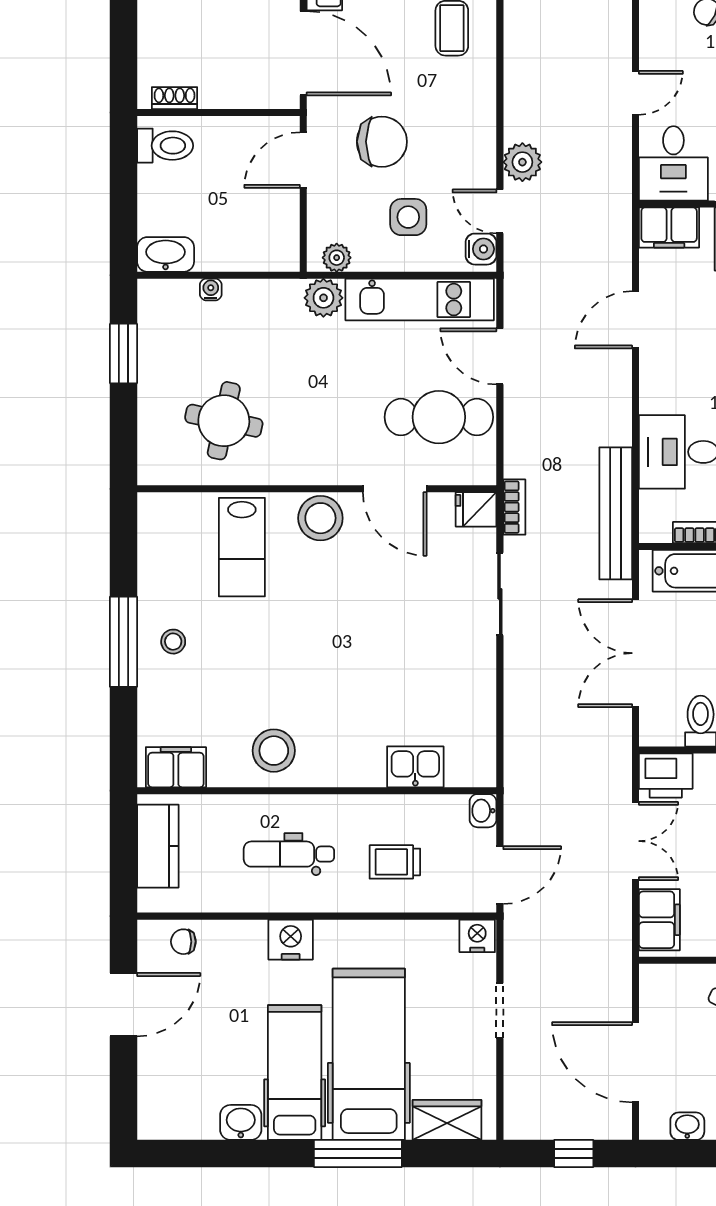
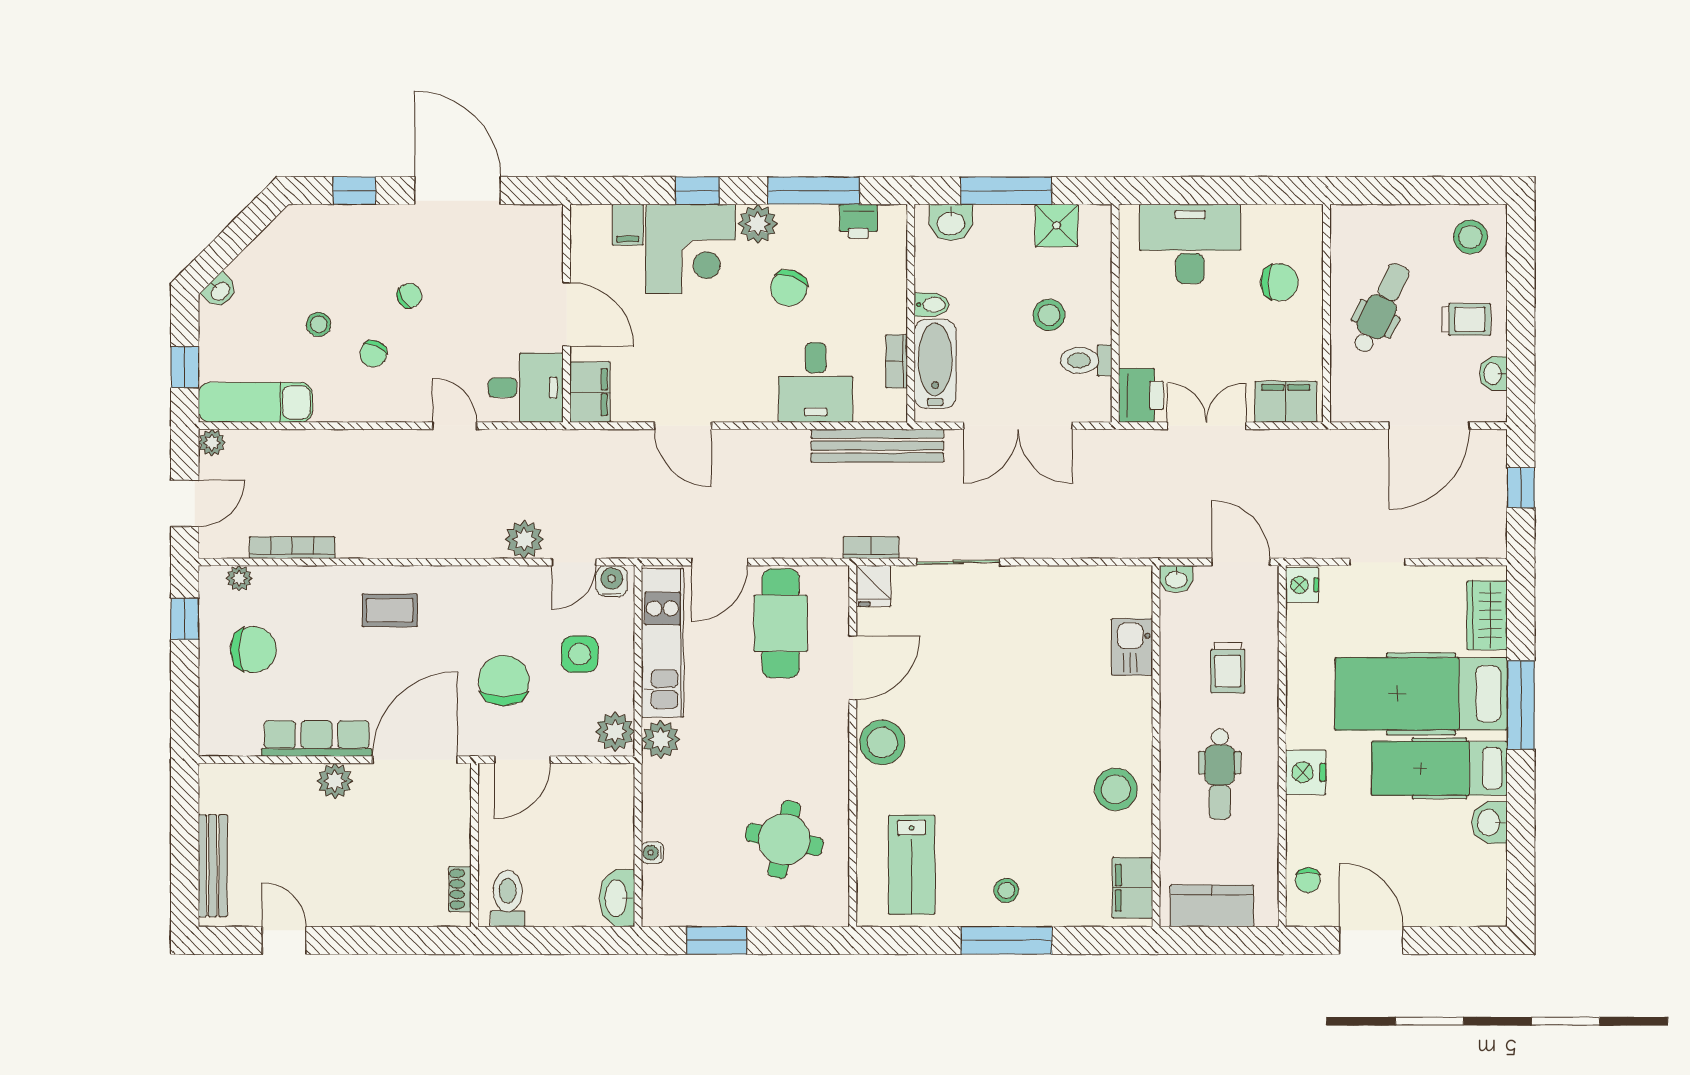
door: (303, 160) -> (522, 760), hinge flipped
plant: (337, 258) -> (615, 731), width x1.38, depth x1.38
lab bench: (242, 547) -> (912, 865), moved, turned 90

